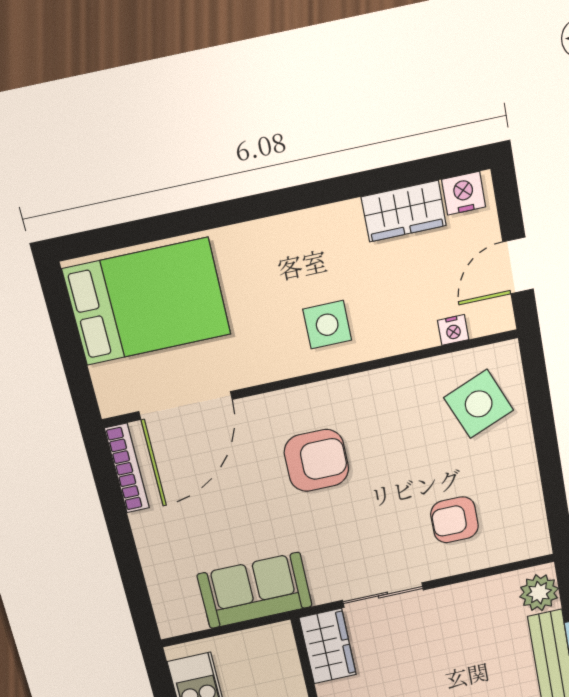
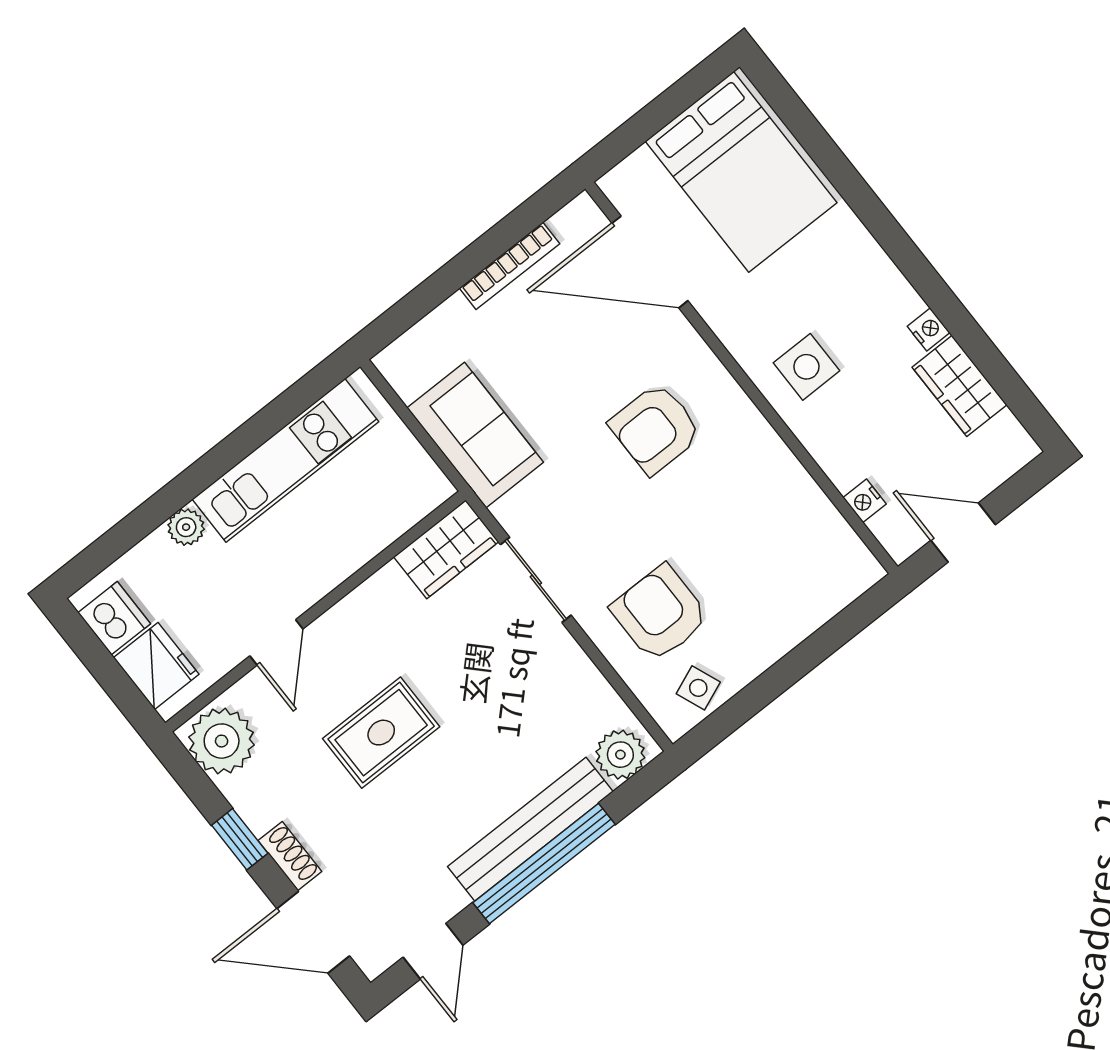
nightstand: (464, 193) -> (929, 330), moved, width x0.72, depth x0.74
side table: (479, 404) -> (698, 688), moved, width x0.54, depth x0.54
armchair: (316, 460) -> (655, 429), turned 90
bookcase: (127, 468) -> (509, 266), moved
armchair: (454, 520) -> (660, 613), width x1.38, depth x1.38

